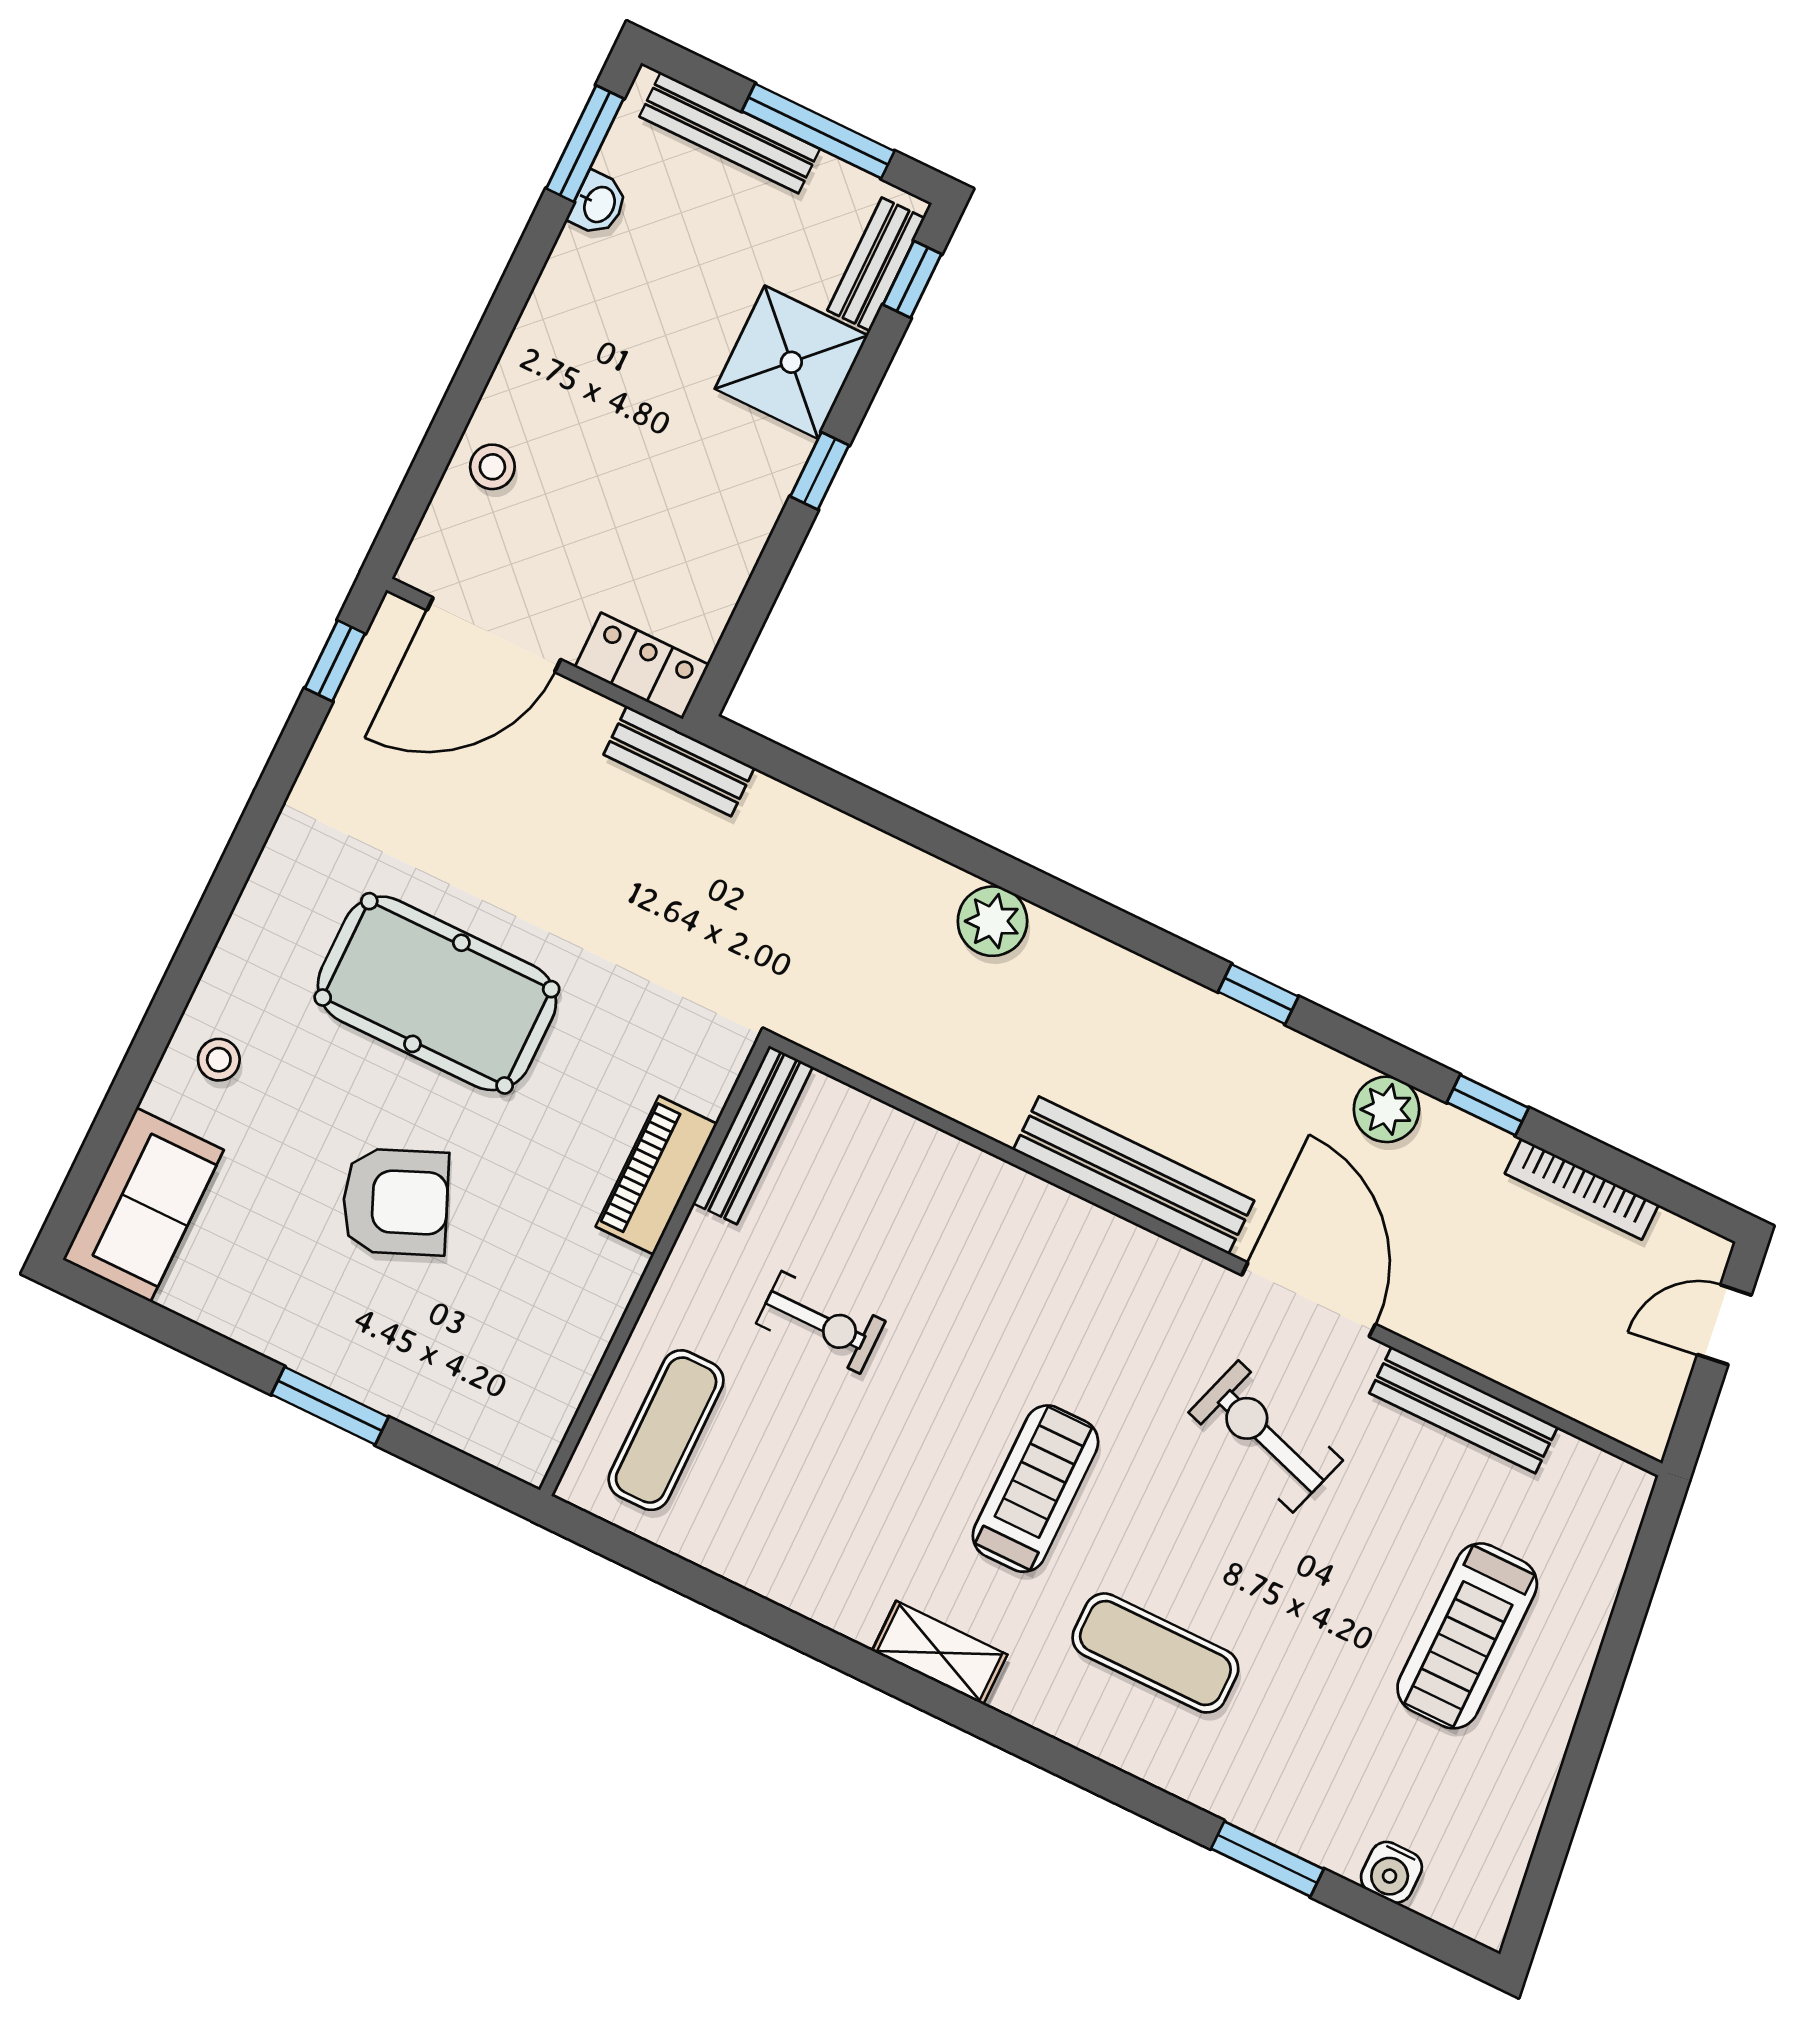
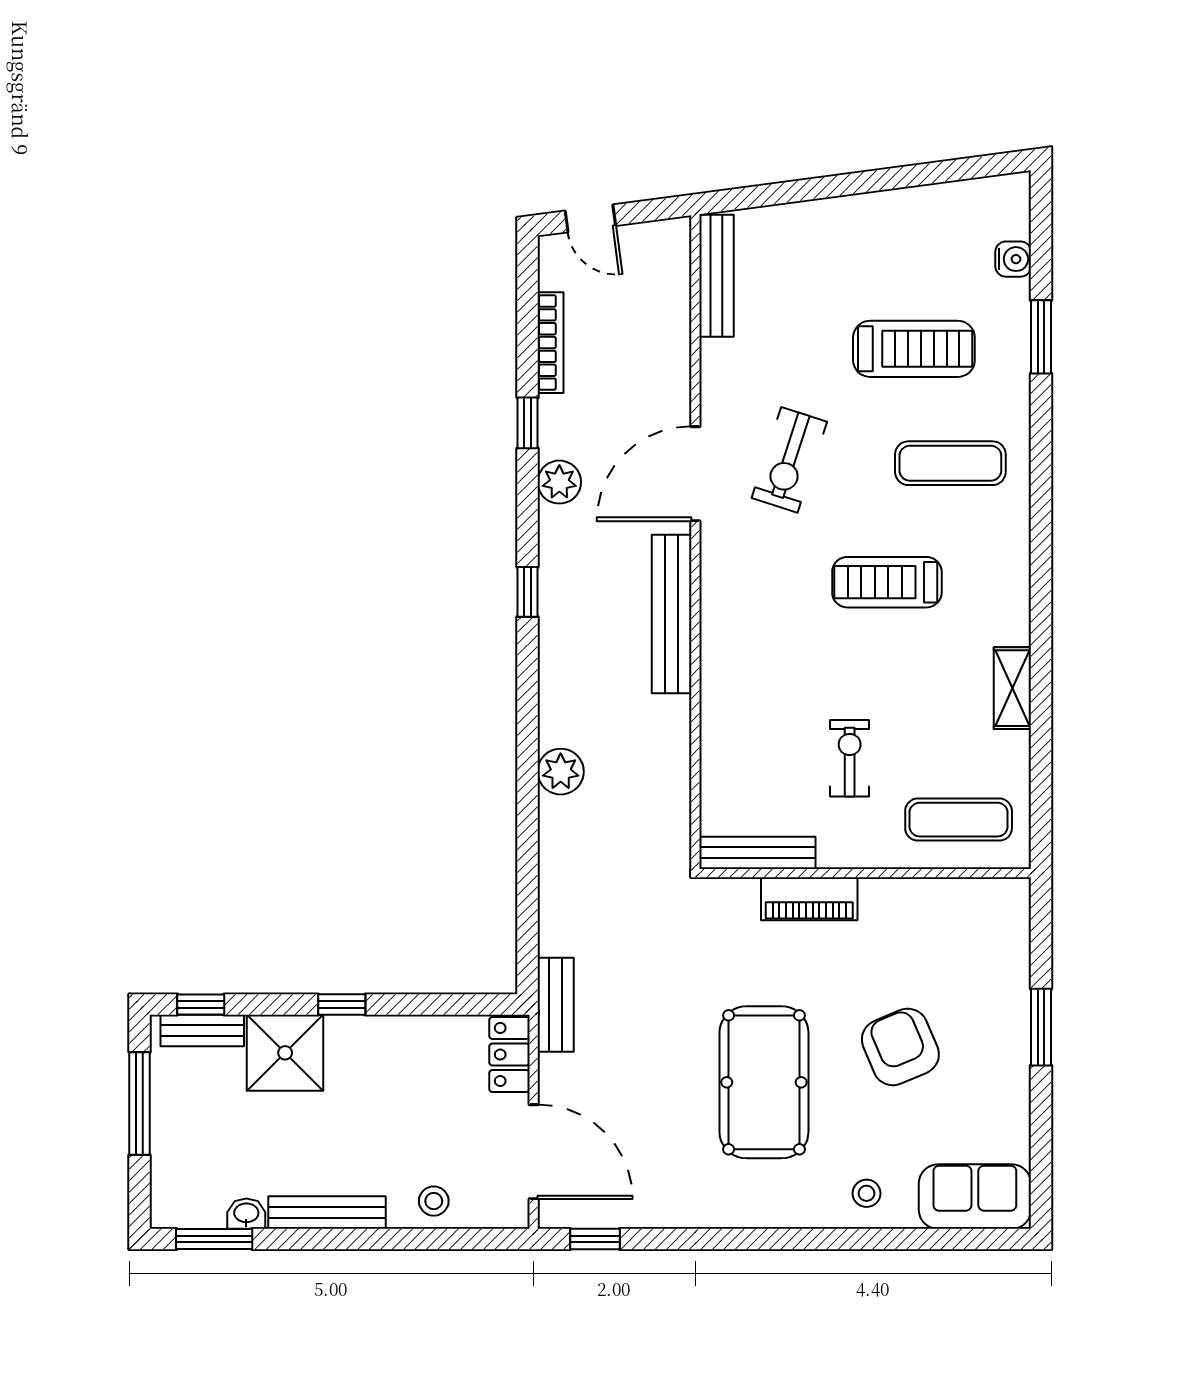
bench: (730, 133) -> (327, 1213), moved, turned 90
bench: (1463, 1410) -> (717, 276), moved
treadmill: (1467, 1636) -> (914, 349), moved
shelving: (940, 1653) -> (1012, 688), moved
exercise mat: (1155, 1653) -> (950, 463), turned 90

